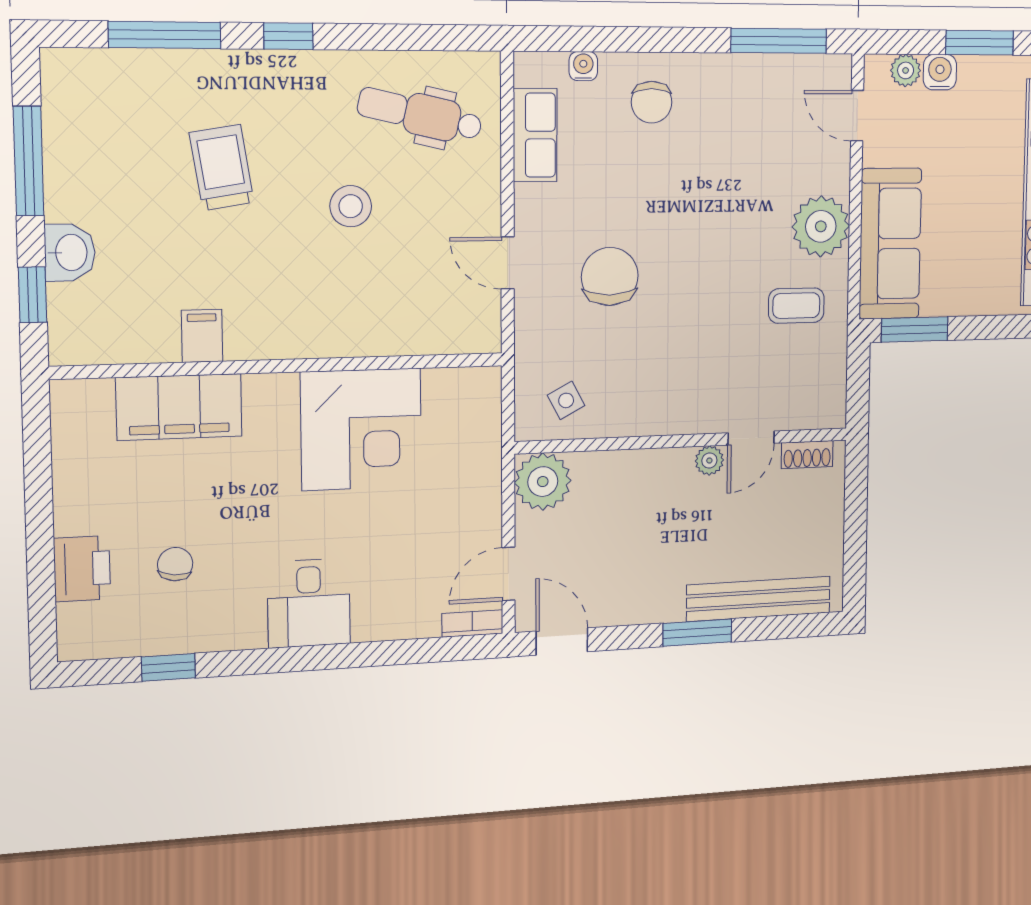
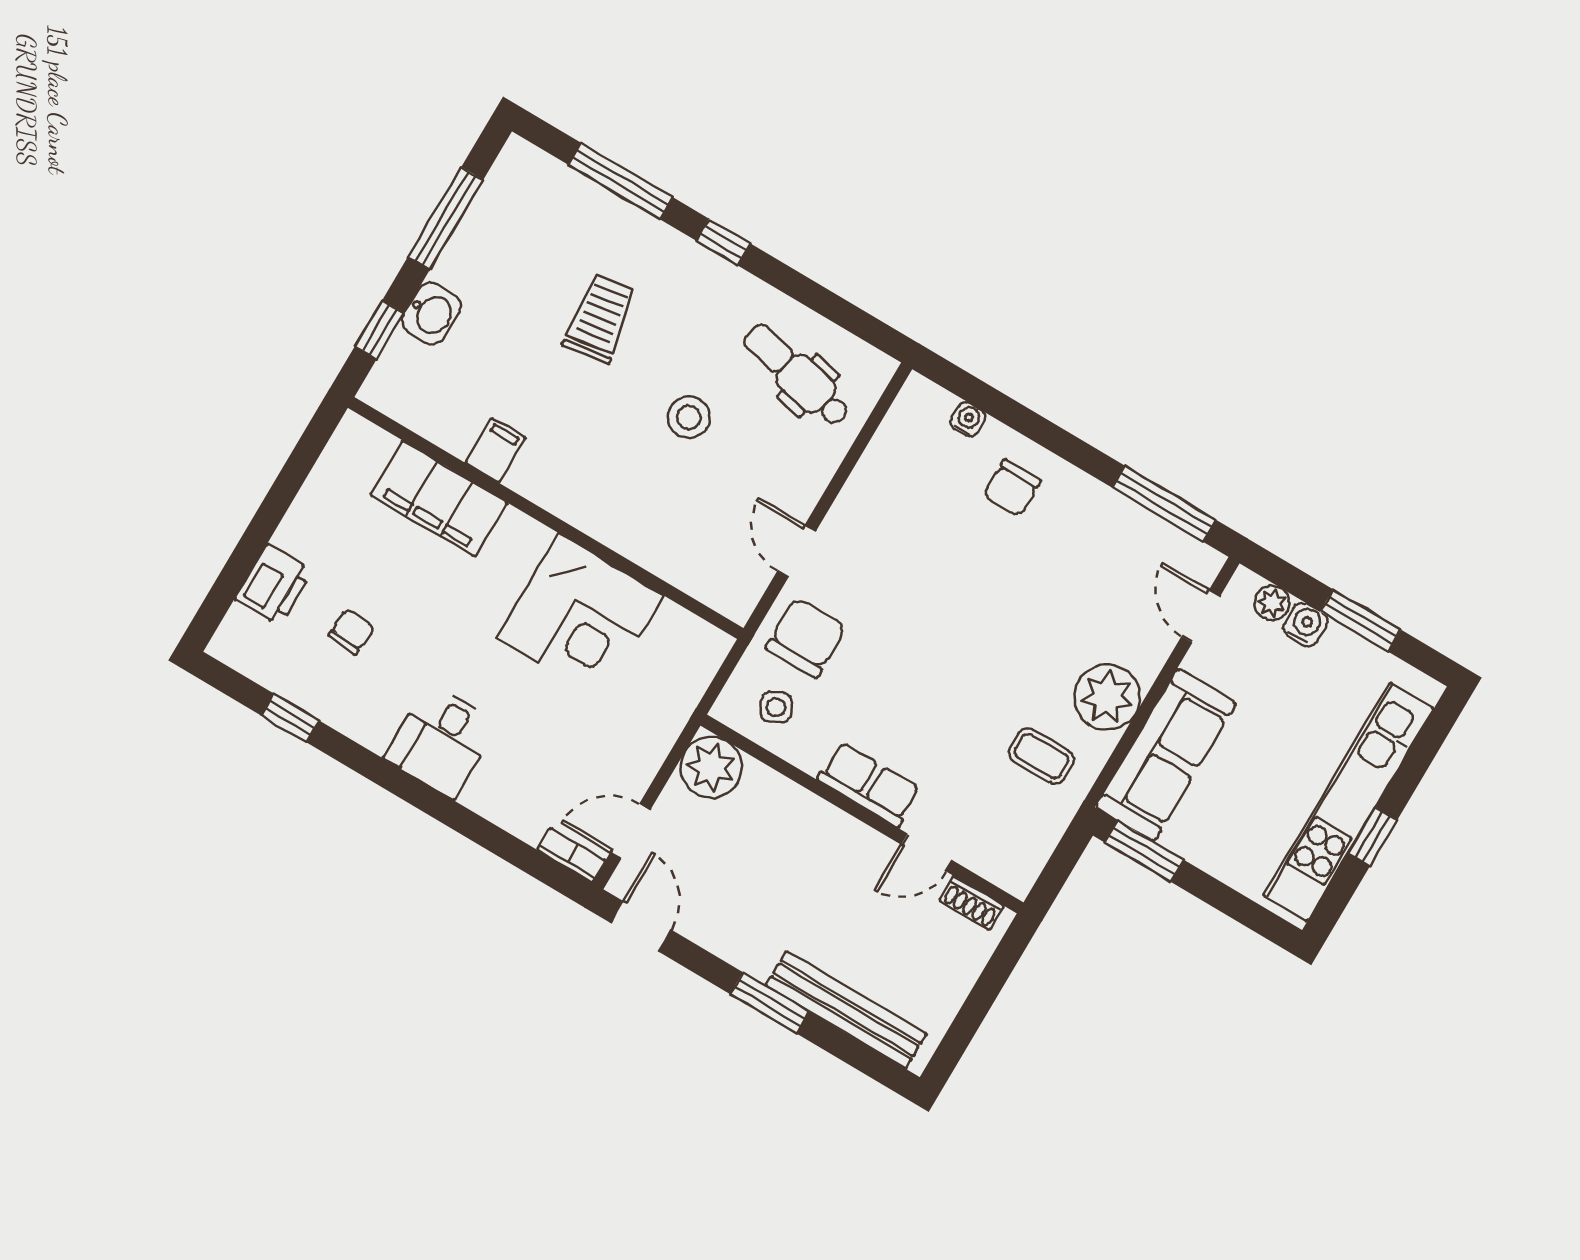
row of seats: (535, 135) -> (869, 784), moved, turned -90
chair: (610, 276) -> (806, 638), moved
plant: (709, 461) -> (875, 848), removed

